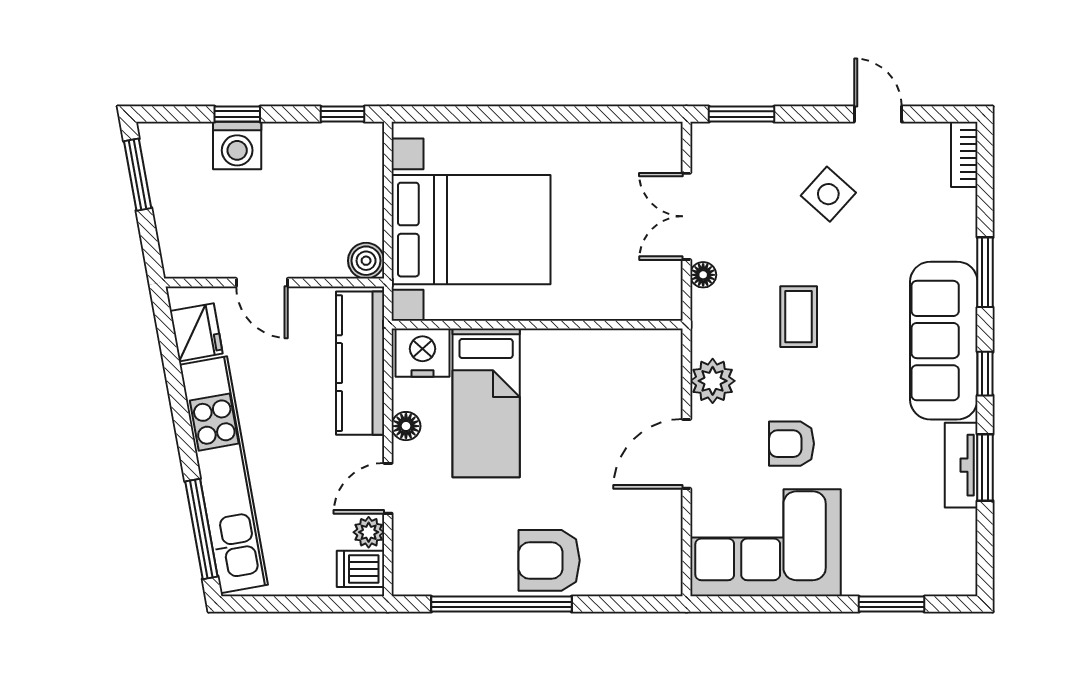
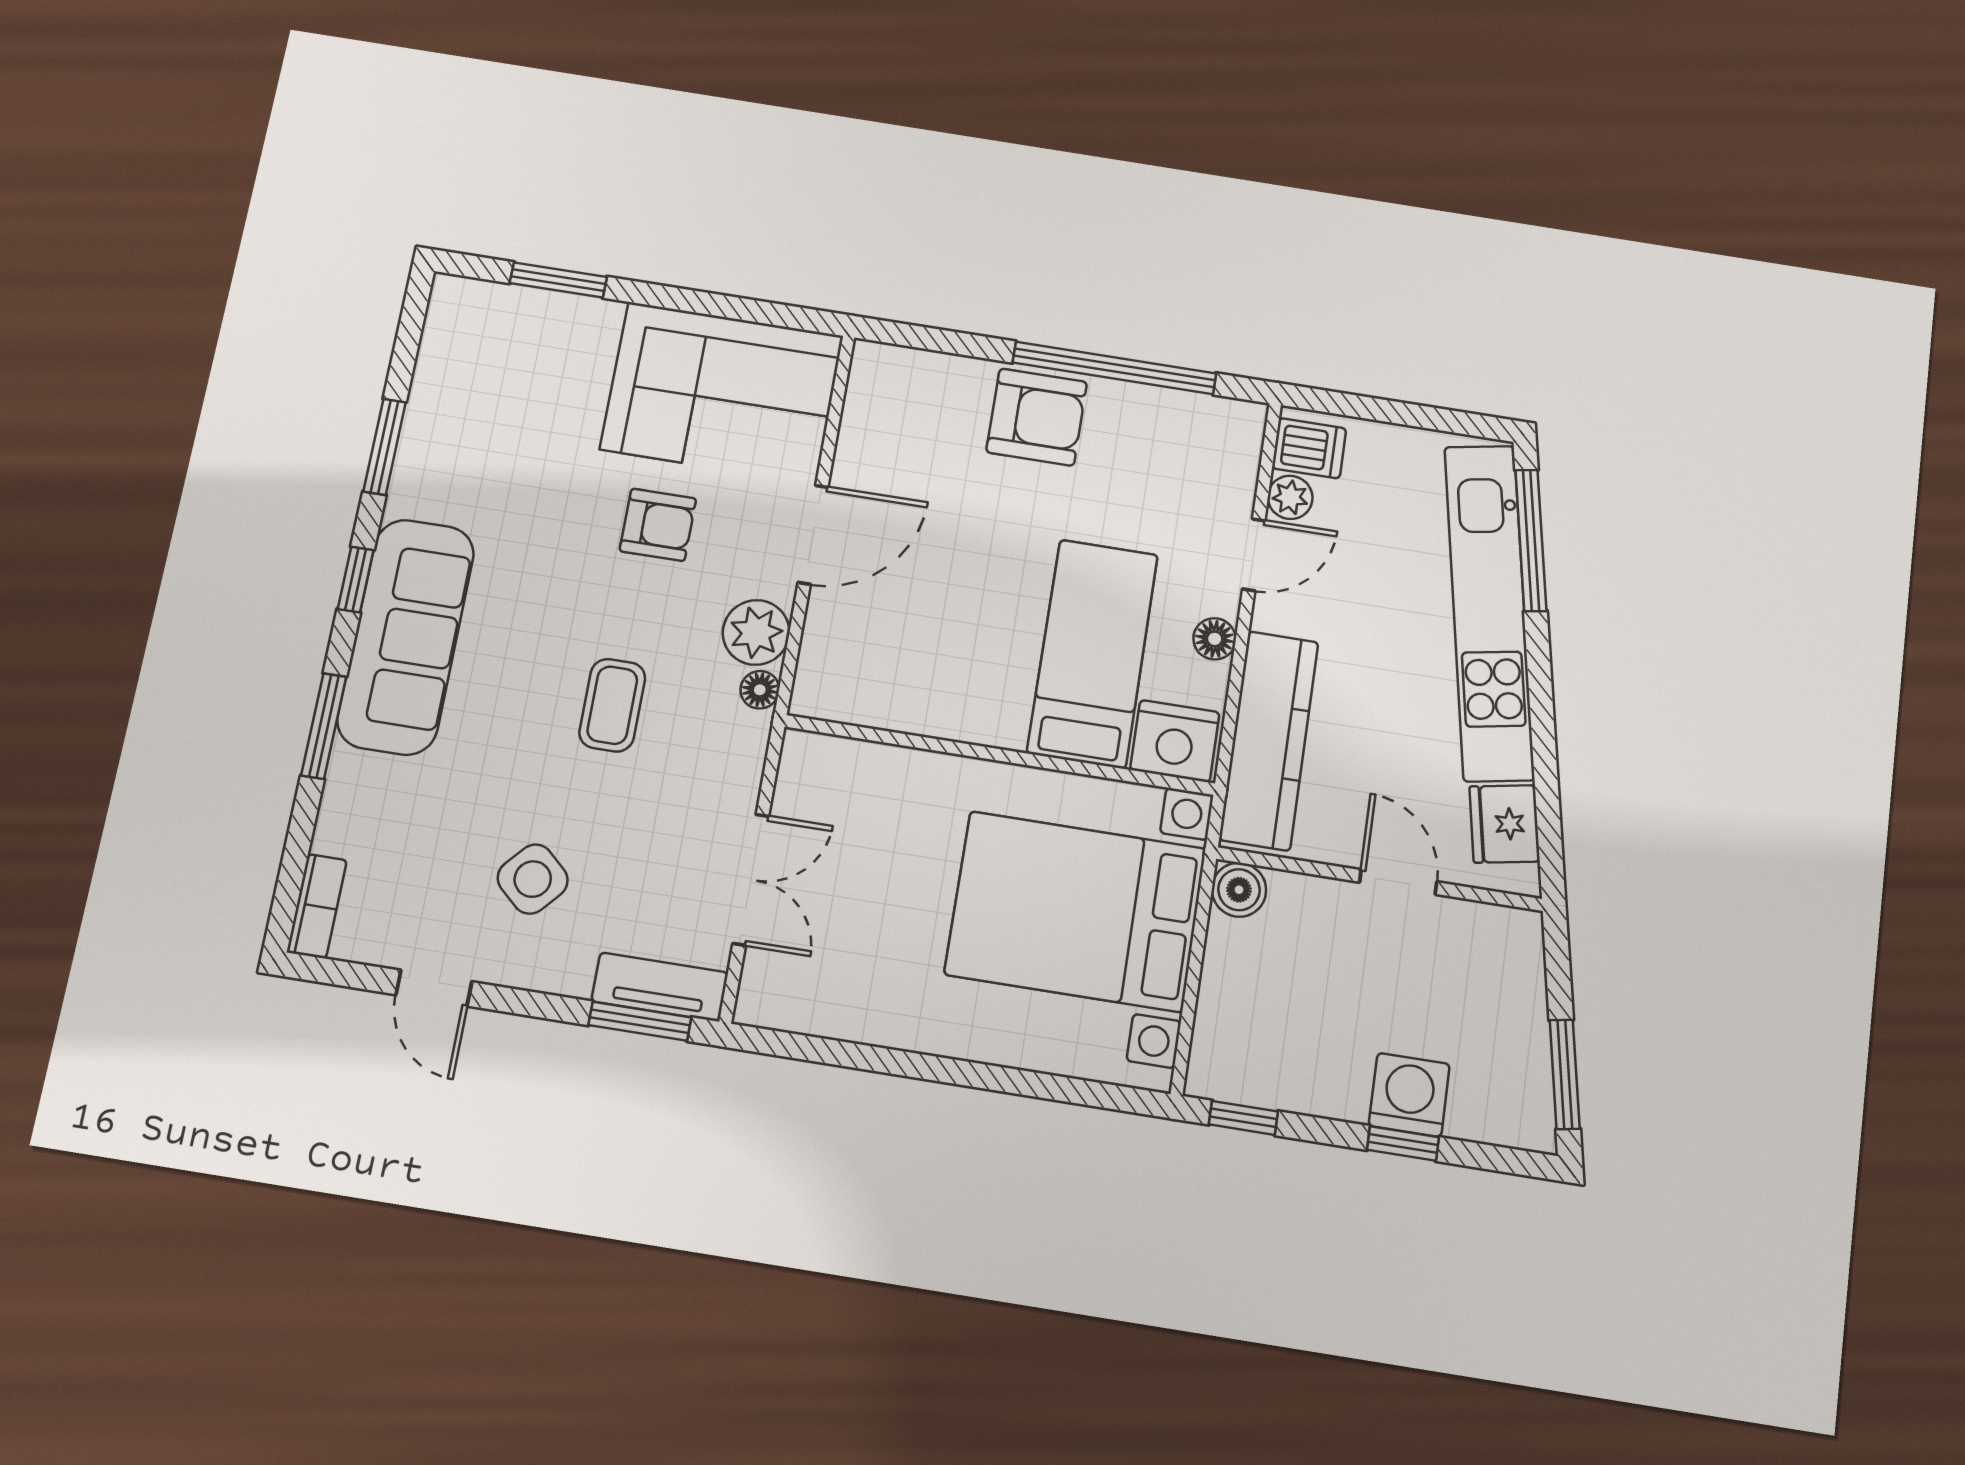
floor lamp: (703, 275) -> (760, 690), moved
tv unit: (961, 465) -> (660, 987), moved, turned -90

